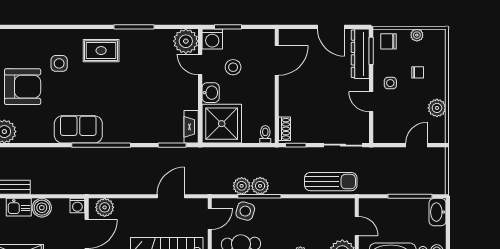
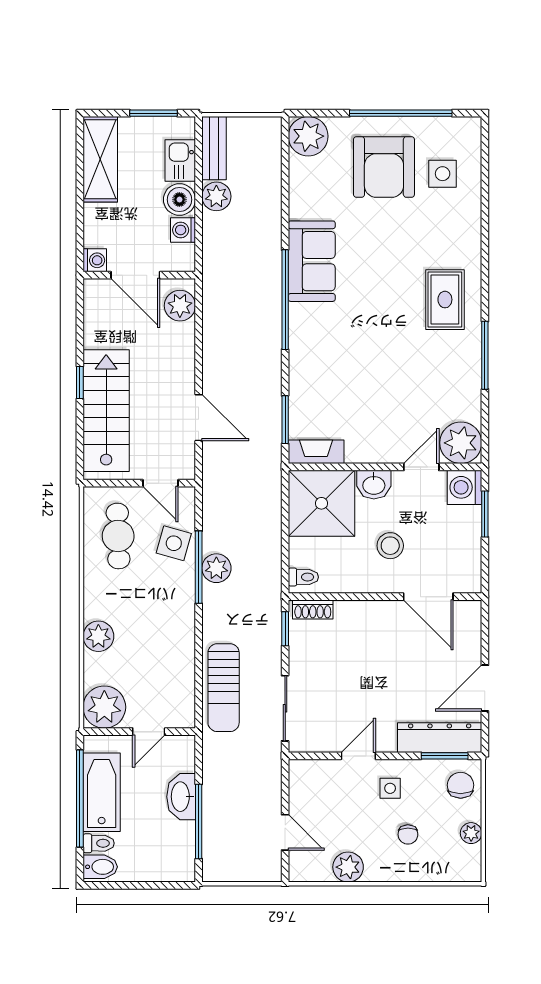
side table: (59, 63) -> (443, 174), moved
stool: (233, 67) -> (390, 546), moved
plant: (242, 186) -> (216, 196), moved
washing machine: (77, 206) -> (183, 230), moved
washbasin: (437, 212) -> (181, 797), moved, turned -90

